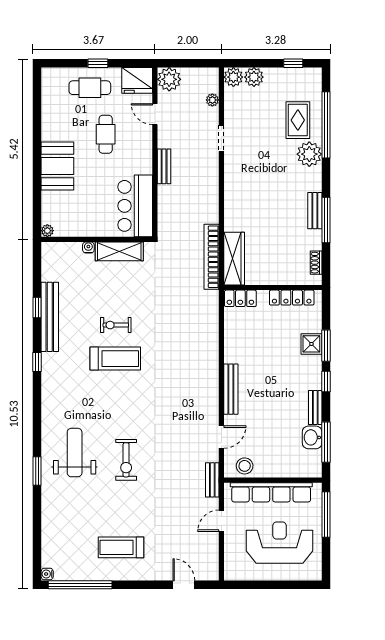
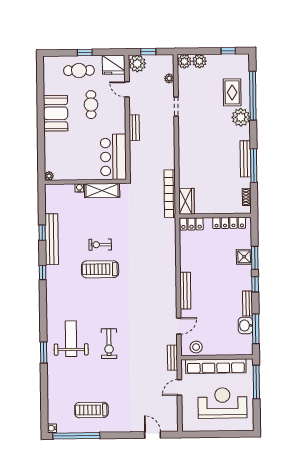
window: (184, 63) -> (148, 52), added
booth: (57, 166) -> (56, 113), moved
bench: (315, 211) -> (245, 159), width x1.36
wardrobe: (234, 259) -> (187, 201), width x0.67
treadmill: (115, 359) -> (100, 269), turned 180
treadmill: (121, 547) -> (91, 410), moved

